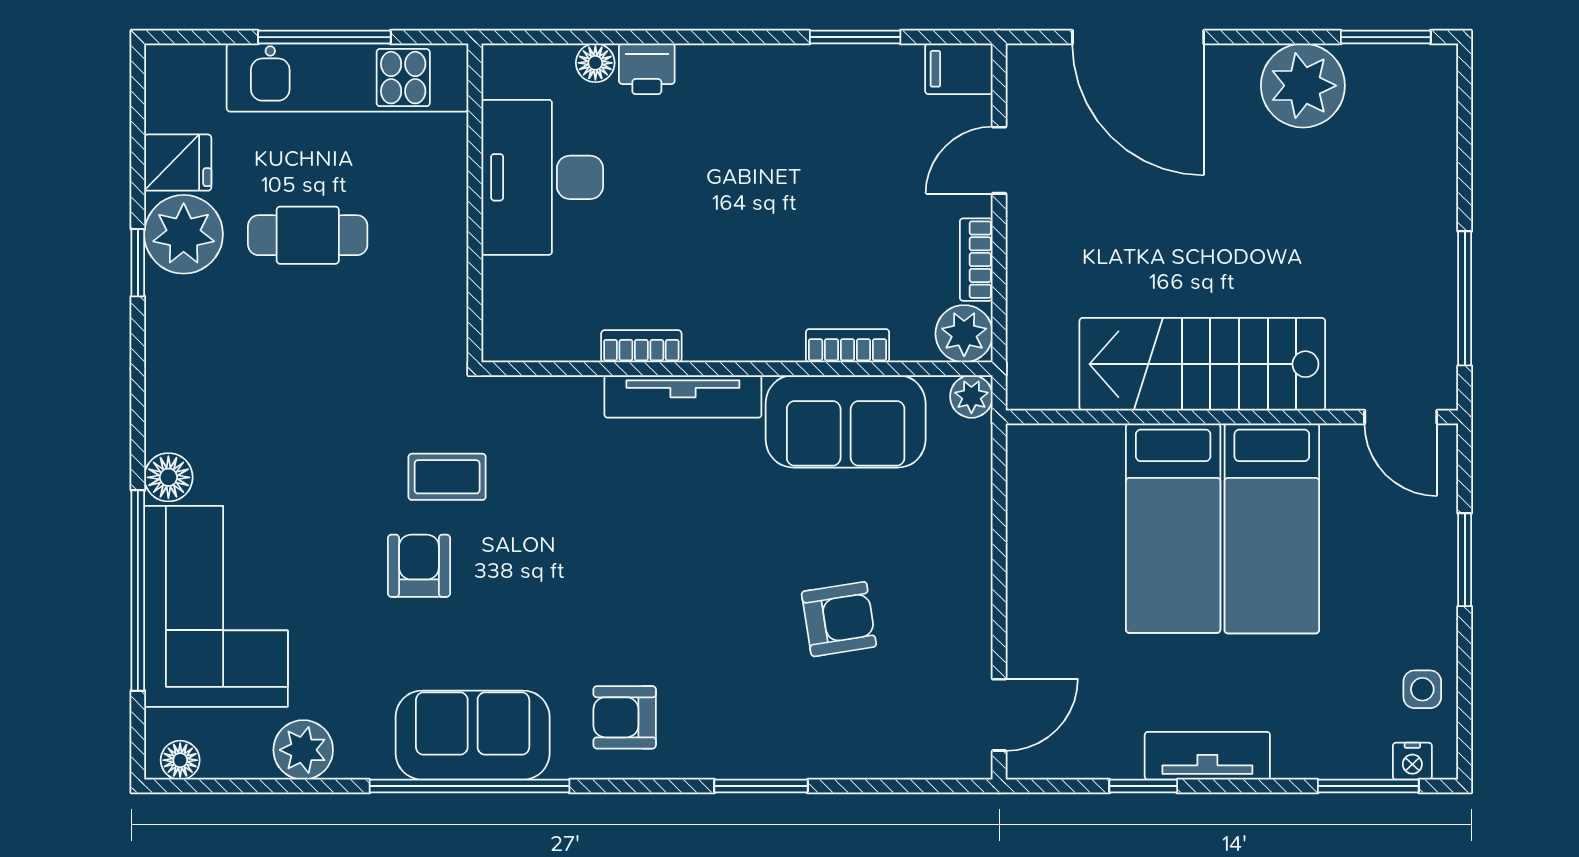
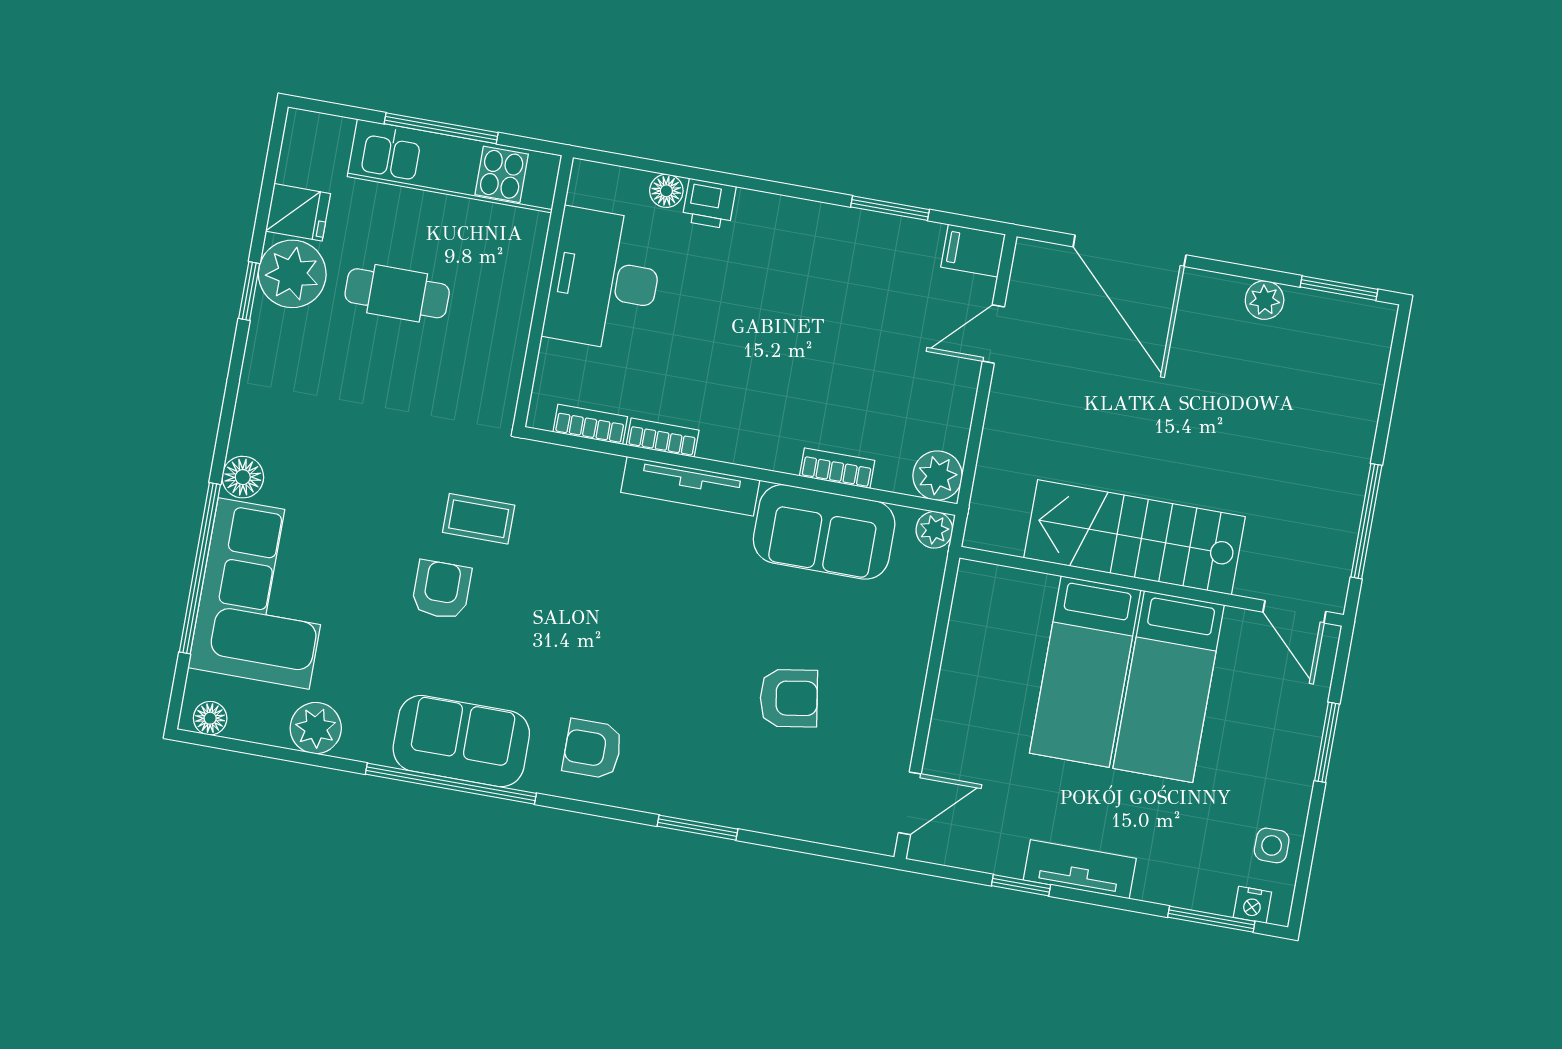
plant: (1303, 86) -> (1265, 300), width x0.53, depth x0.53
bookcase: (976, 260) -> (590, 424), moved, turned 90

